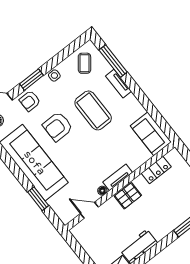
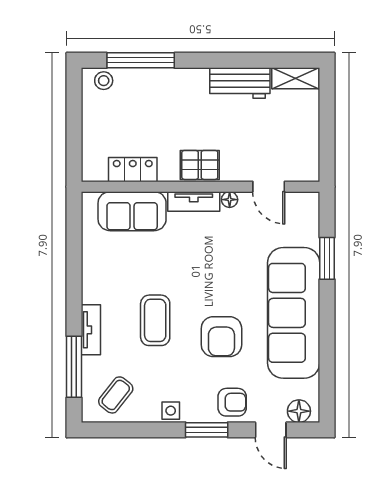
coffee table: (93, 110) -> (155, 320), width x0.73, depth x0.76
armchair: (58, 127) -> (221, 337), turned 90
sofa: (151, 134) -> (132, 211), moved, turned 90

